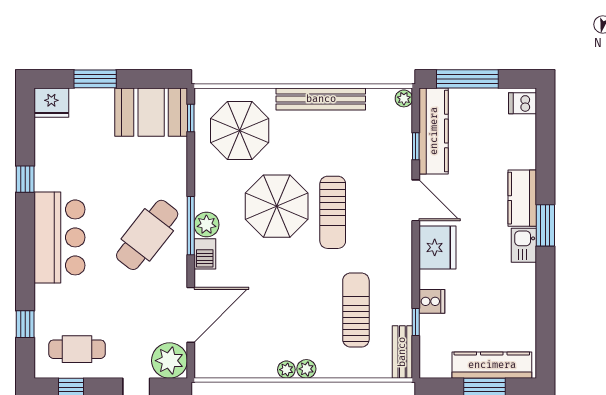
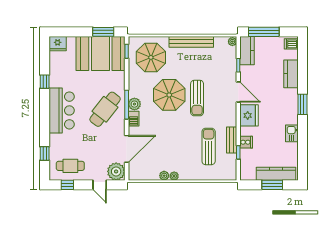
window: (95, 79) -> (103, 32), moved
booth: (151, 112) -> (100, 53), width x1.36, depth x1.42
kitchen counter: (434, 131) -> (247, 51), width x0.67
kitchen counter: (522, 198) -> (291, 74), moved
kitchen sink: (524, 245) -> (292, 133), moved
bench: (402, 352) -> (232, 140), moved
plant: (306, 369) -> (164, 176), moved

